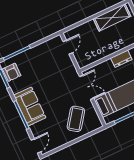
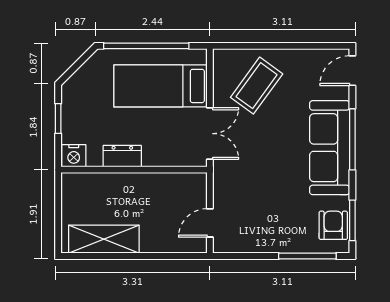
double door: (87, 87) -> (210, 134), swing flipped
sofa: (30, 106) -> (330, 148), width x1.36

